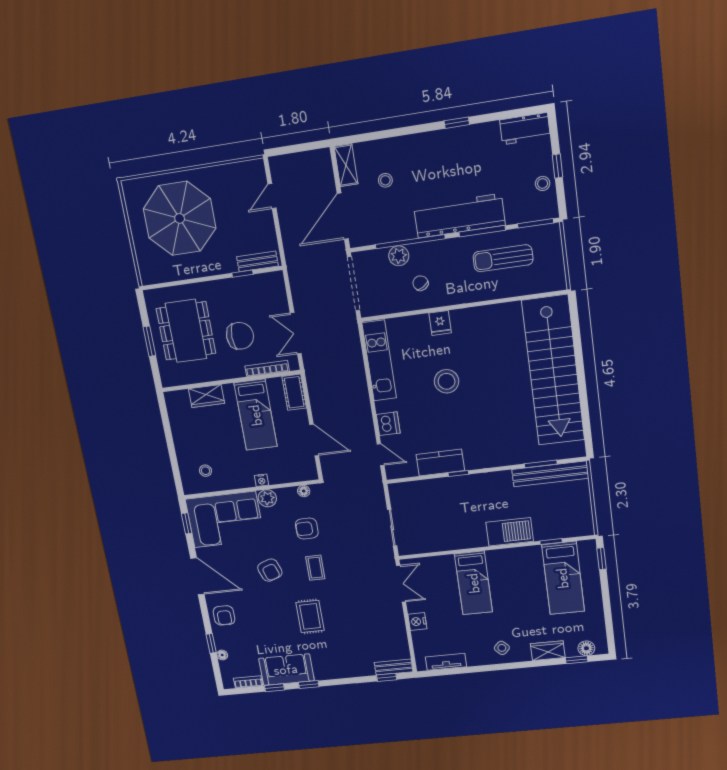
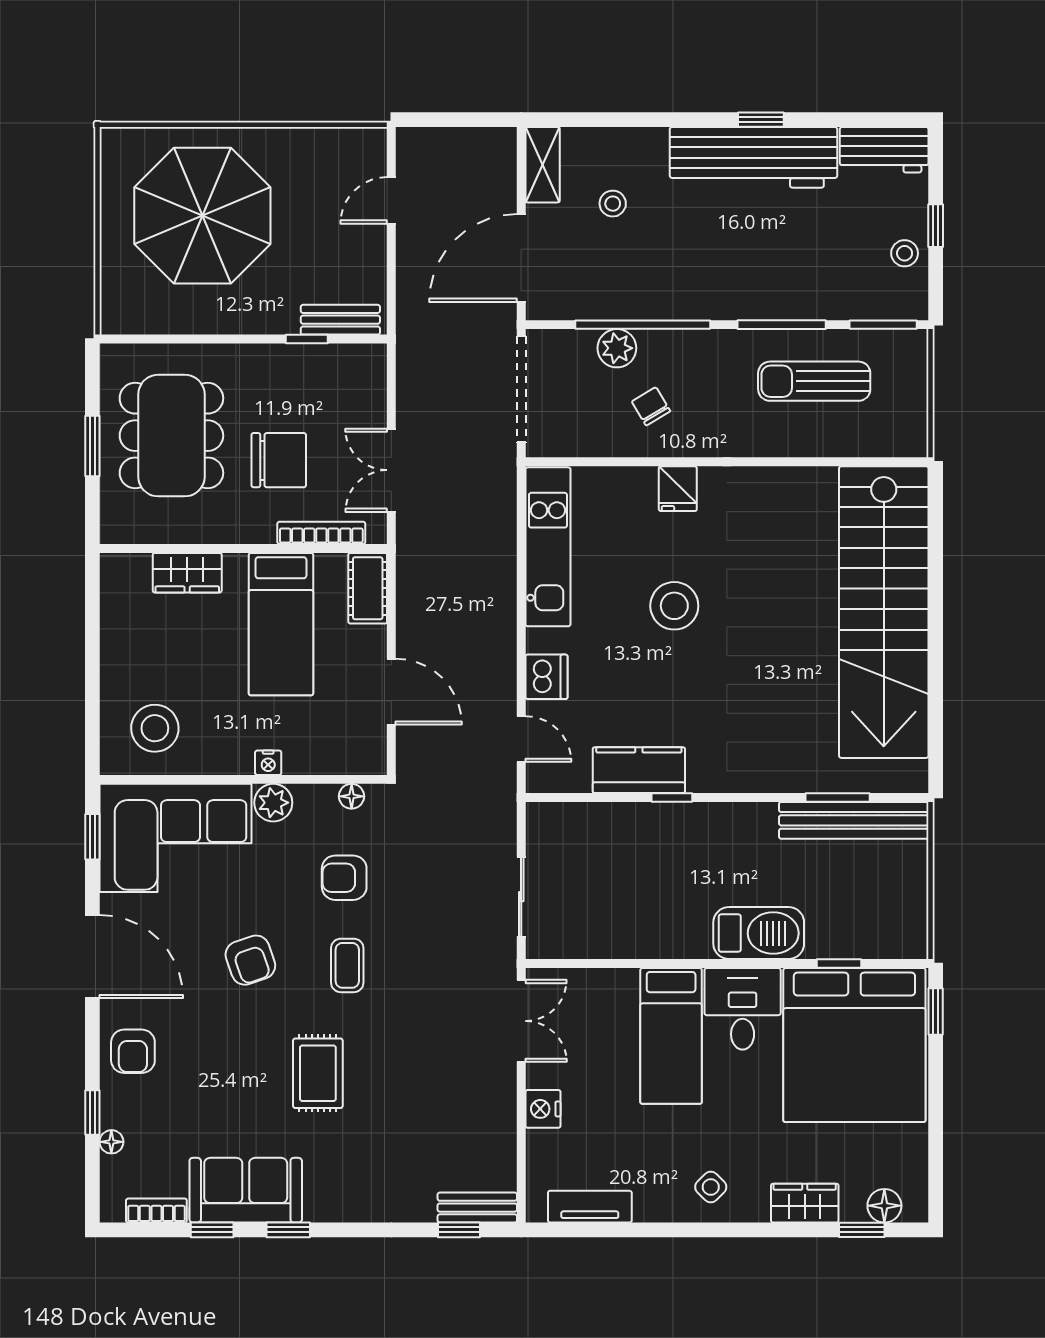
workbench: (459, 216) -> (753, 157), moved, turned 180
stool: (206, 471) -> (155, 728), width x1.89, depth x1.89
desk: (506, 567) -> (743, 1009), added
bed: (563, 578) -> (854, 1045), width x2.04

